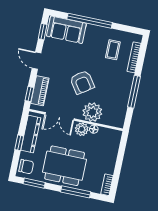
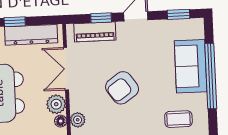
sofa: (66, 30) -> (191, 66), moved
window: (29, 94) -> (101, 18), moved
plant: (92, 112) -> (78, 120), width x0.53, depth x0.53

